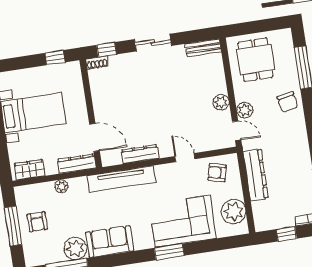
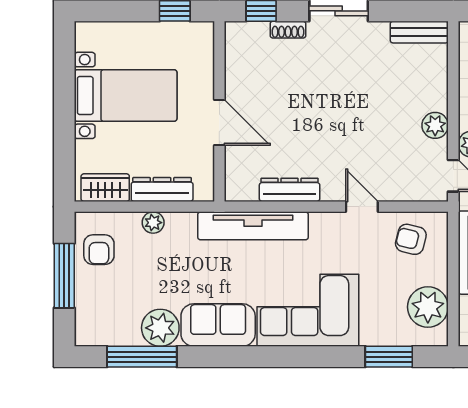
shoe rack: (97, 63) -> (288, 30), moved
door: (94, 138) -> (219, 122), moved
dresser: (77, 164) -> (162, 190), moved
corner sofa: (183, 221) -> (308, 310), moved
armchair: (37, 222) -> (99, 250), moved
window: (169, 252) -> (389, 357), moved

